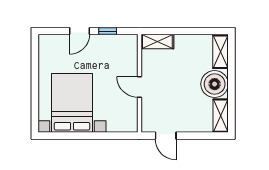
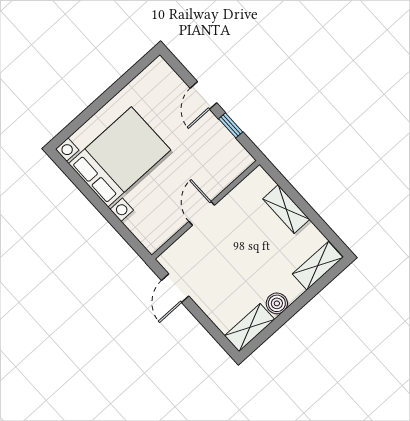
door: (80, 31) -> (203, 95), hinge flipped
shelving: (157, 42) -> (286, 209), moved
boiler: (215, 84) -> (277, 303), width x0.54, depth x0.54

